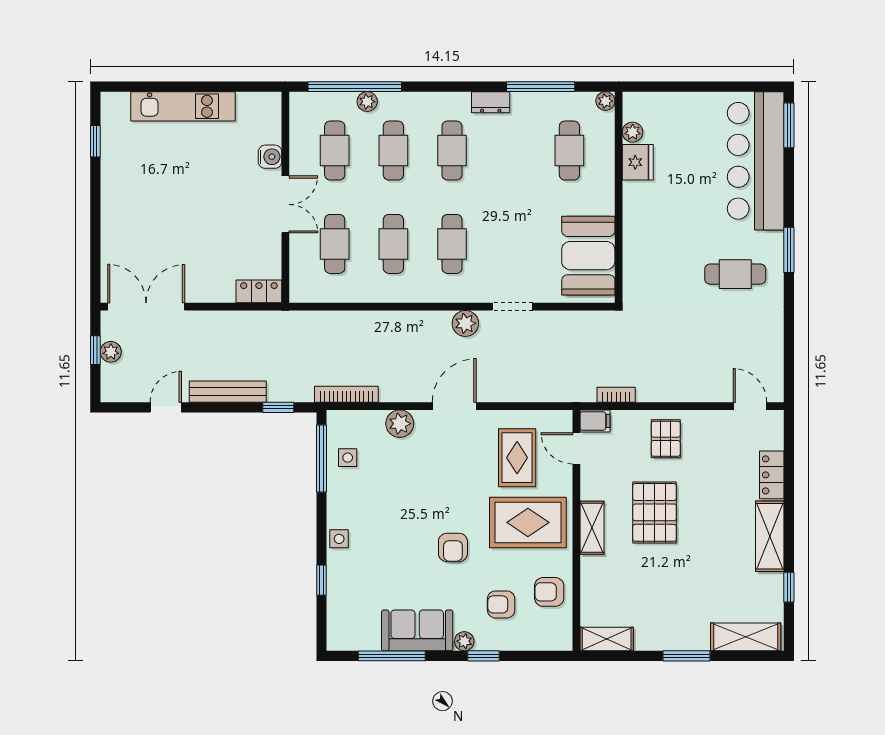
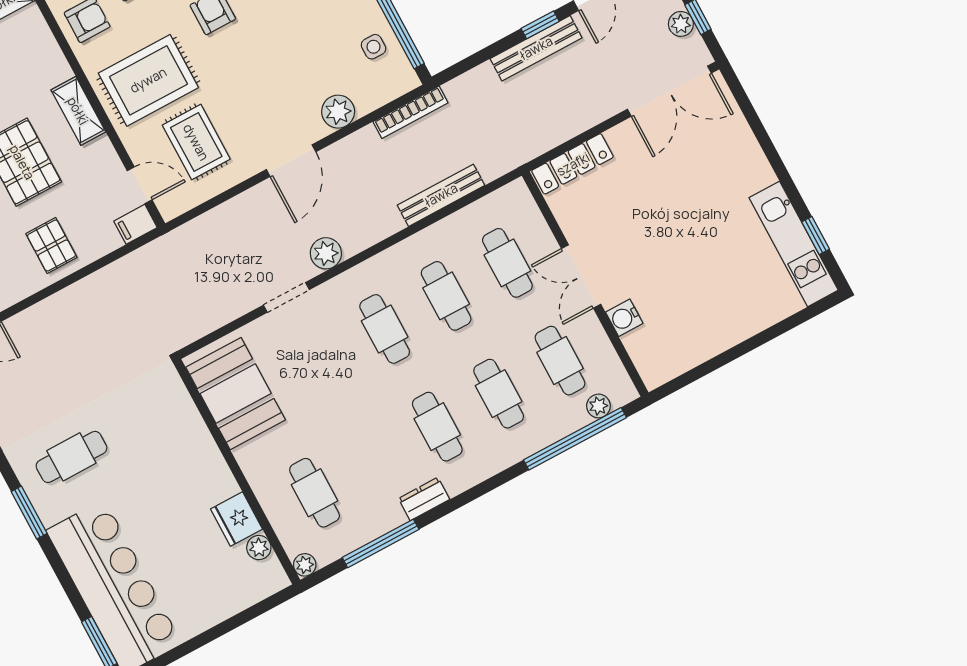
plant: (367, 102) -> (598, 406), moved
kitchen unit: (183, 106) -> (794, 244), moved, turned -90
locker: (259, 291) -> (573, 164), width x1.53
bench: (357, 321) -> (441, 195), added
bookcase: (616, 395) -> (128, 264), removed
window: (278, 407) -> (540, 25), moved

